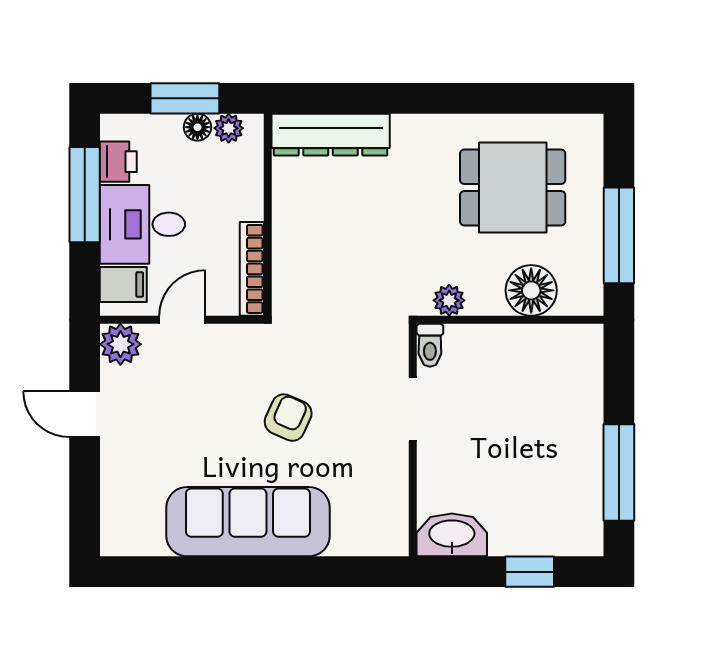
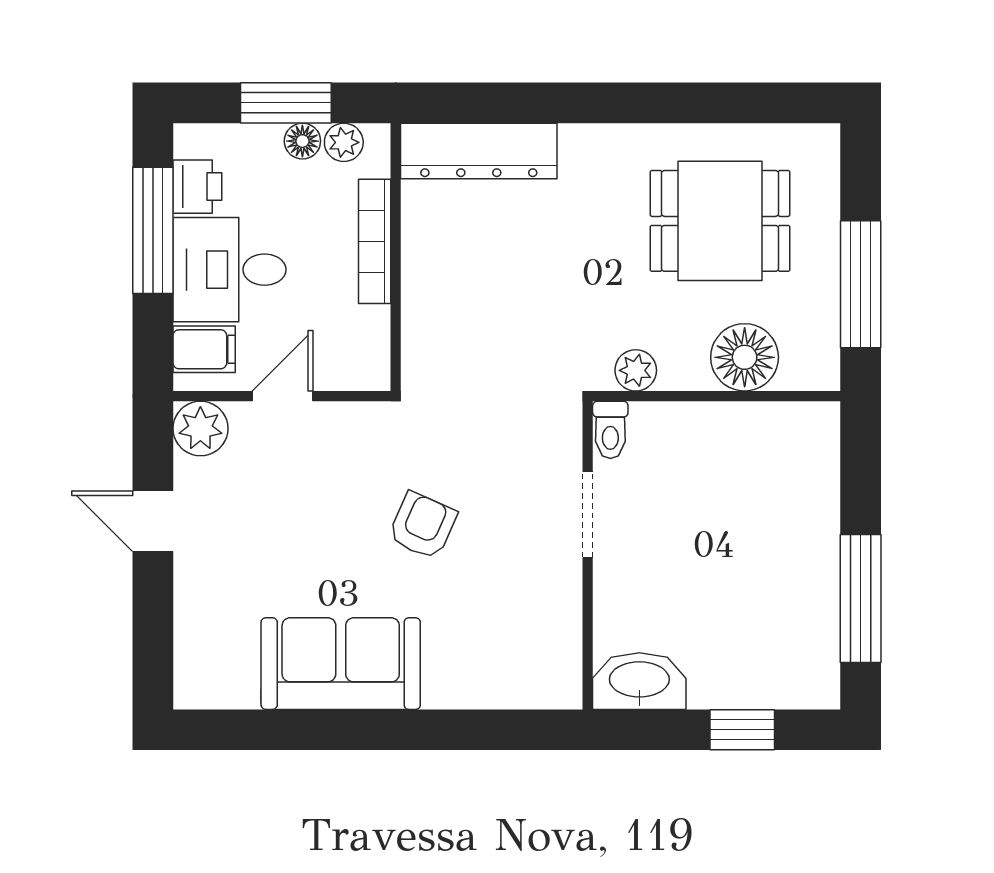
bookcase: (252, 269) -> (375, 241), moved
sofa: (248, 522) -> (341, 664), width x0.73

